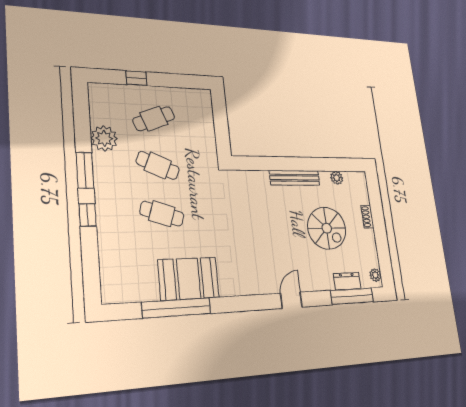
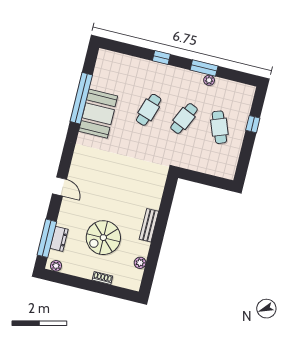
plant: (104, 138) -> (209, 80), width x0.53, depth x0.53
window: (85, 170) -> (204, 68), moved
bench: (295, 178) -> (149, 225), width x0.73

